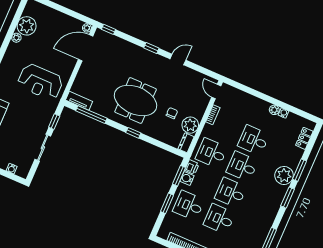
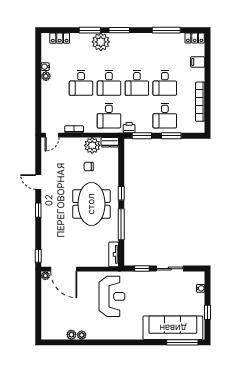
plant: (27, 26) -> (71, 335), width x0.53, depth x0.53
window: (91, 115) -> (121, 224), moved
water cooler: (187, 178) -> (141, 128), removed

